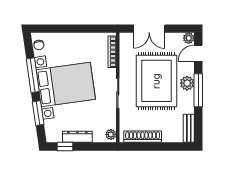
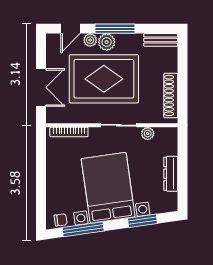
plant: (189, 38) -> (90, 40), moved
door: (198, 53) -> (70, 29), hinge flipped
window: (33, 75) -> (83, 229), moved
plant: (111, 134) -> (148, 134), moved
window: (65, 147) -> (183, 189), removed

